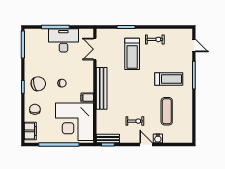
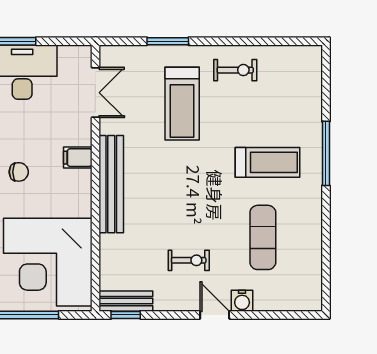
door: (194, 45) -> (326, 84), removed
double door: (95, 49) -> (95, 93), swing flipped
filing cabinet: (87, 98) -> (78, 158), moved

